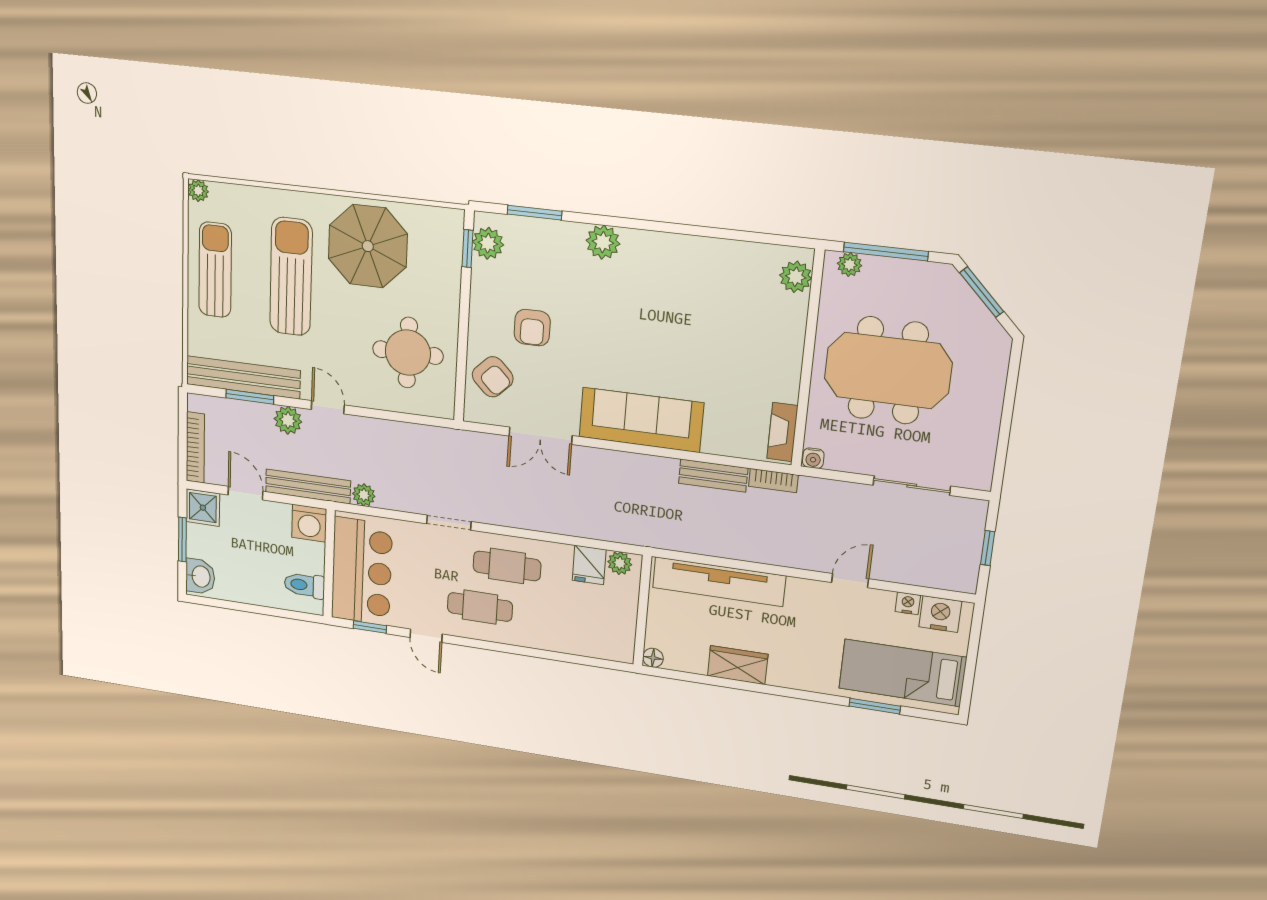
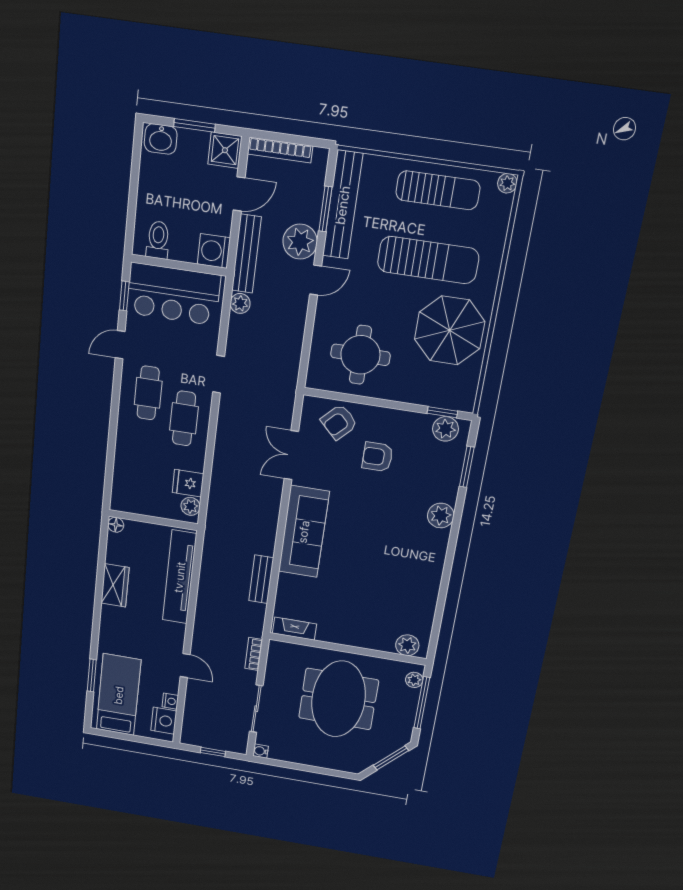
plant: (288, 420) -> (300, 242), width x1.36, depth x1.36
water cooler: (813, 458) -> (261, 751), moved
bookcase: (773, 481) -> (254, 654), moved

